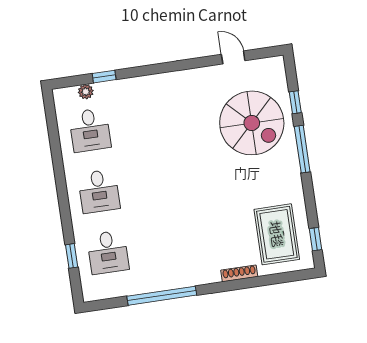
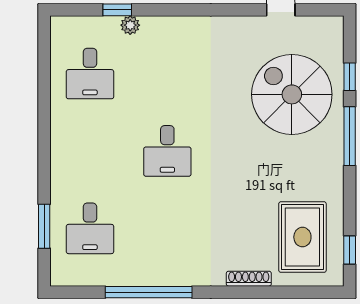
plant: (86, 92) -> (130, 25), moved
spiral stairs: (252, 123) -> (292, 94), turned 180
desk: (99, 191) -> (167, 151), moved
window: (72, 256) -> (44, 226), width x1.50

